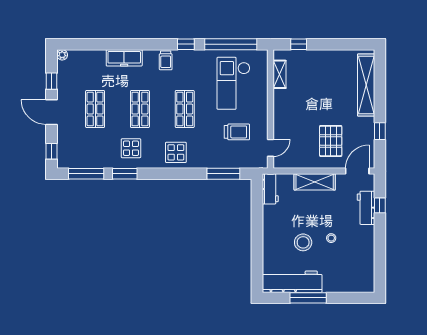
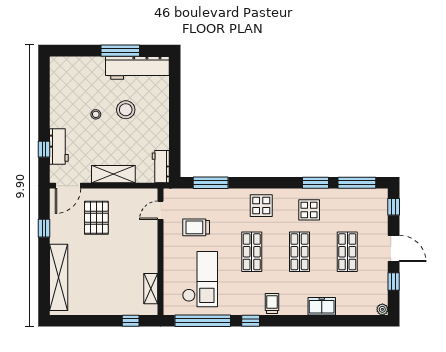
freezer: (124, 58) -> (322, 306), width x0.71

